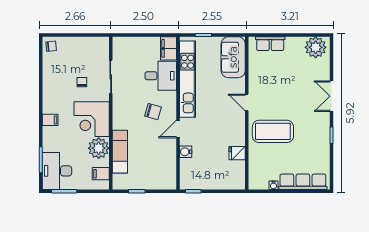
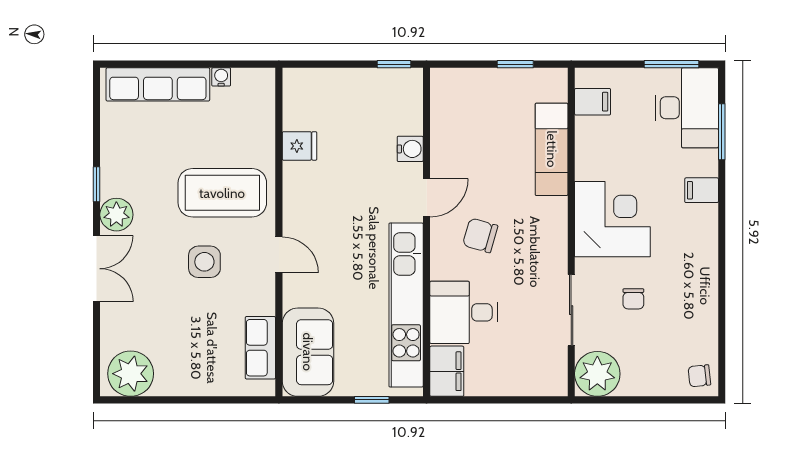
row of seats: (270, 44) -> (260, 348), moved, turned -90
side table: (281, 99) -> (204, 262), added
filing cabinet: (50, 120) -> (702, 190), moved
plant: (322, 121) -> (116, 215), added
plant: (99, 148) -> (597, 374), moved

